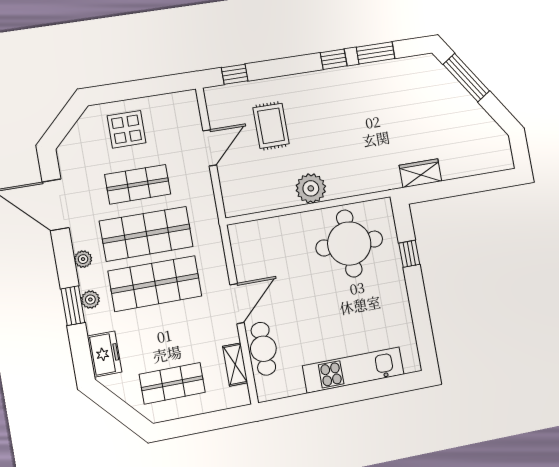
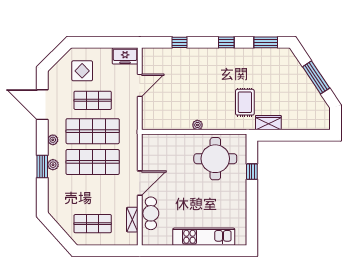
window: (376, 53) -> (266, 42), moved
window: (235, 74) -> (180, 42), moved
window: (466, 78) -> (316, 77), moved
rug: (271, 126) -> (245, 102), moved
display table: (127, 129) -> (82, 71), moved
plant: (311, 188) -> (197, 125), width x0.53, depth x0.53
freezer: (105, 354) -> (125, 56), moved, turned 90

